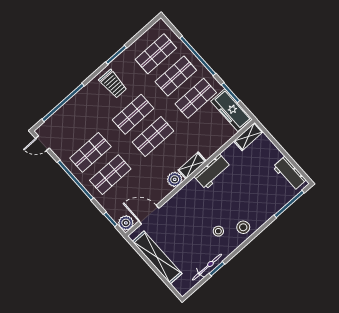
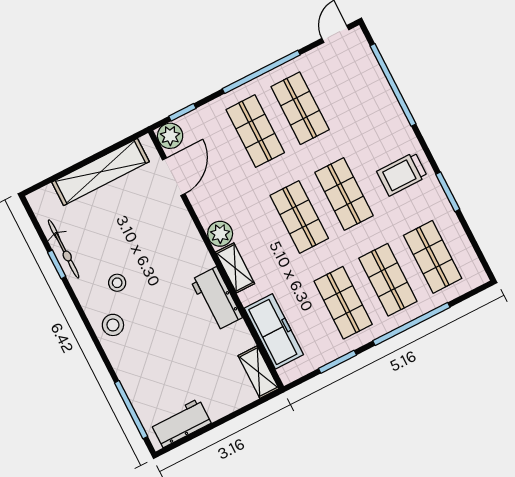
freezer: (231, 110) -> (274, 331), moved, turned 90

